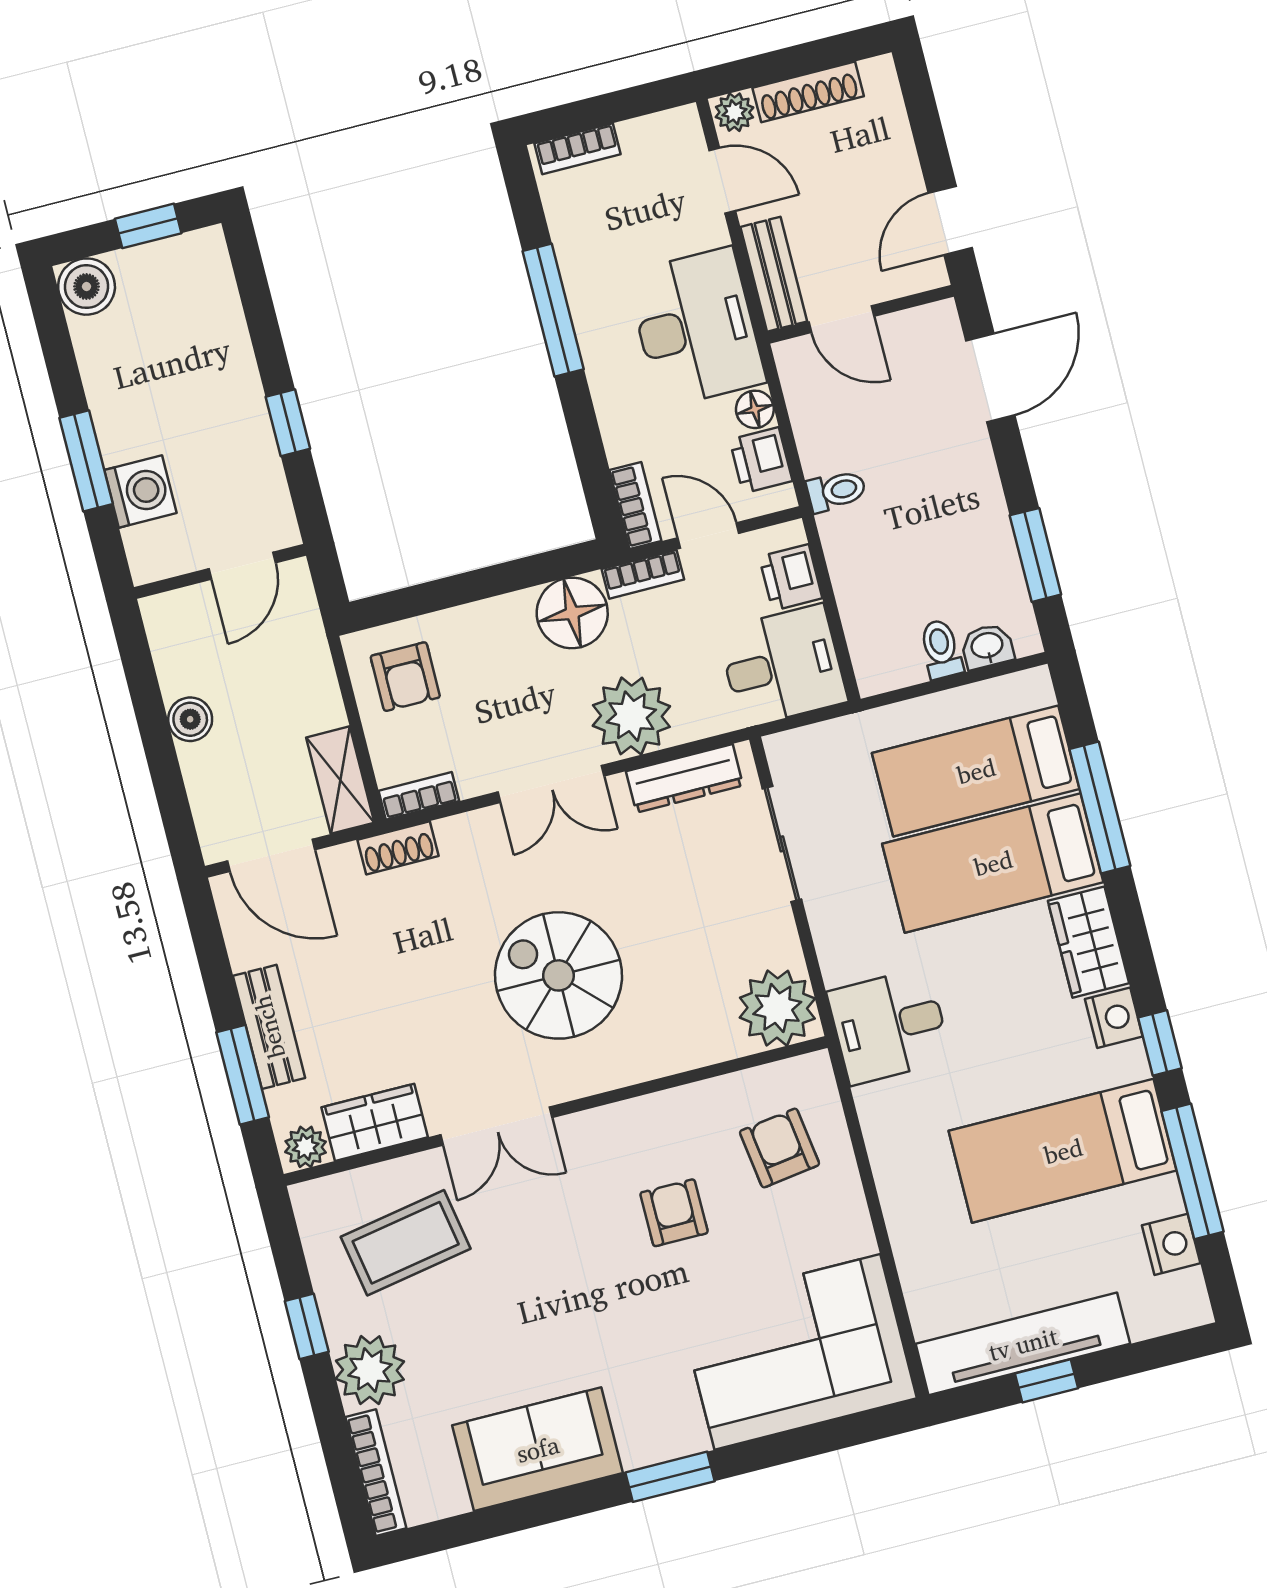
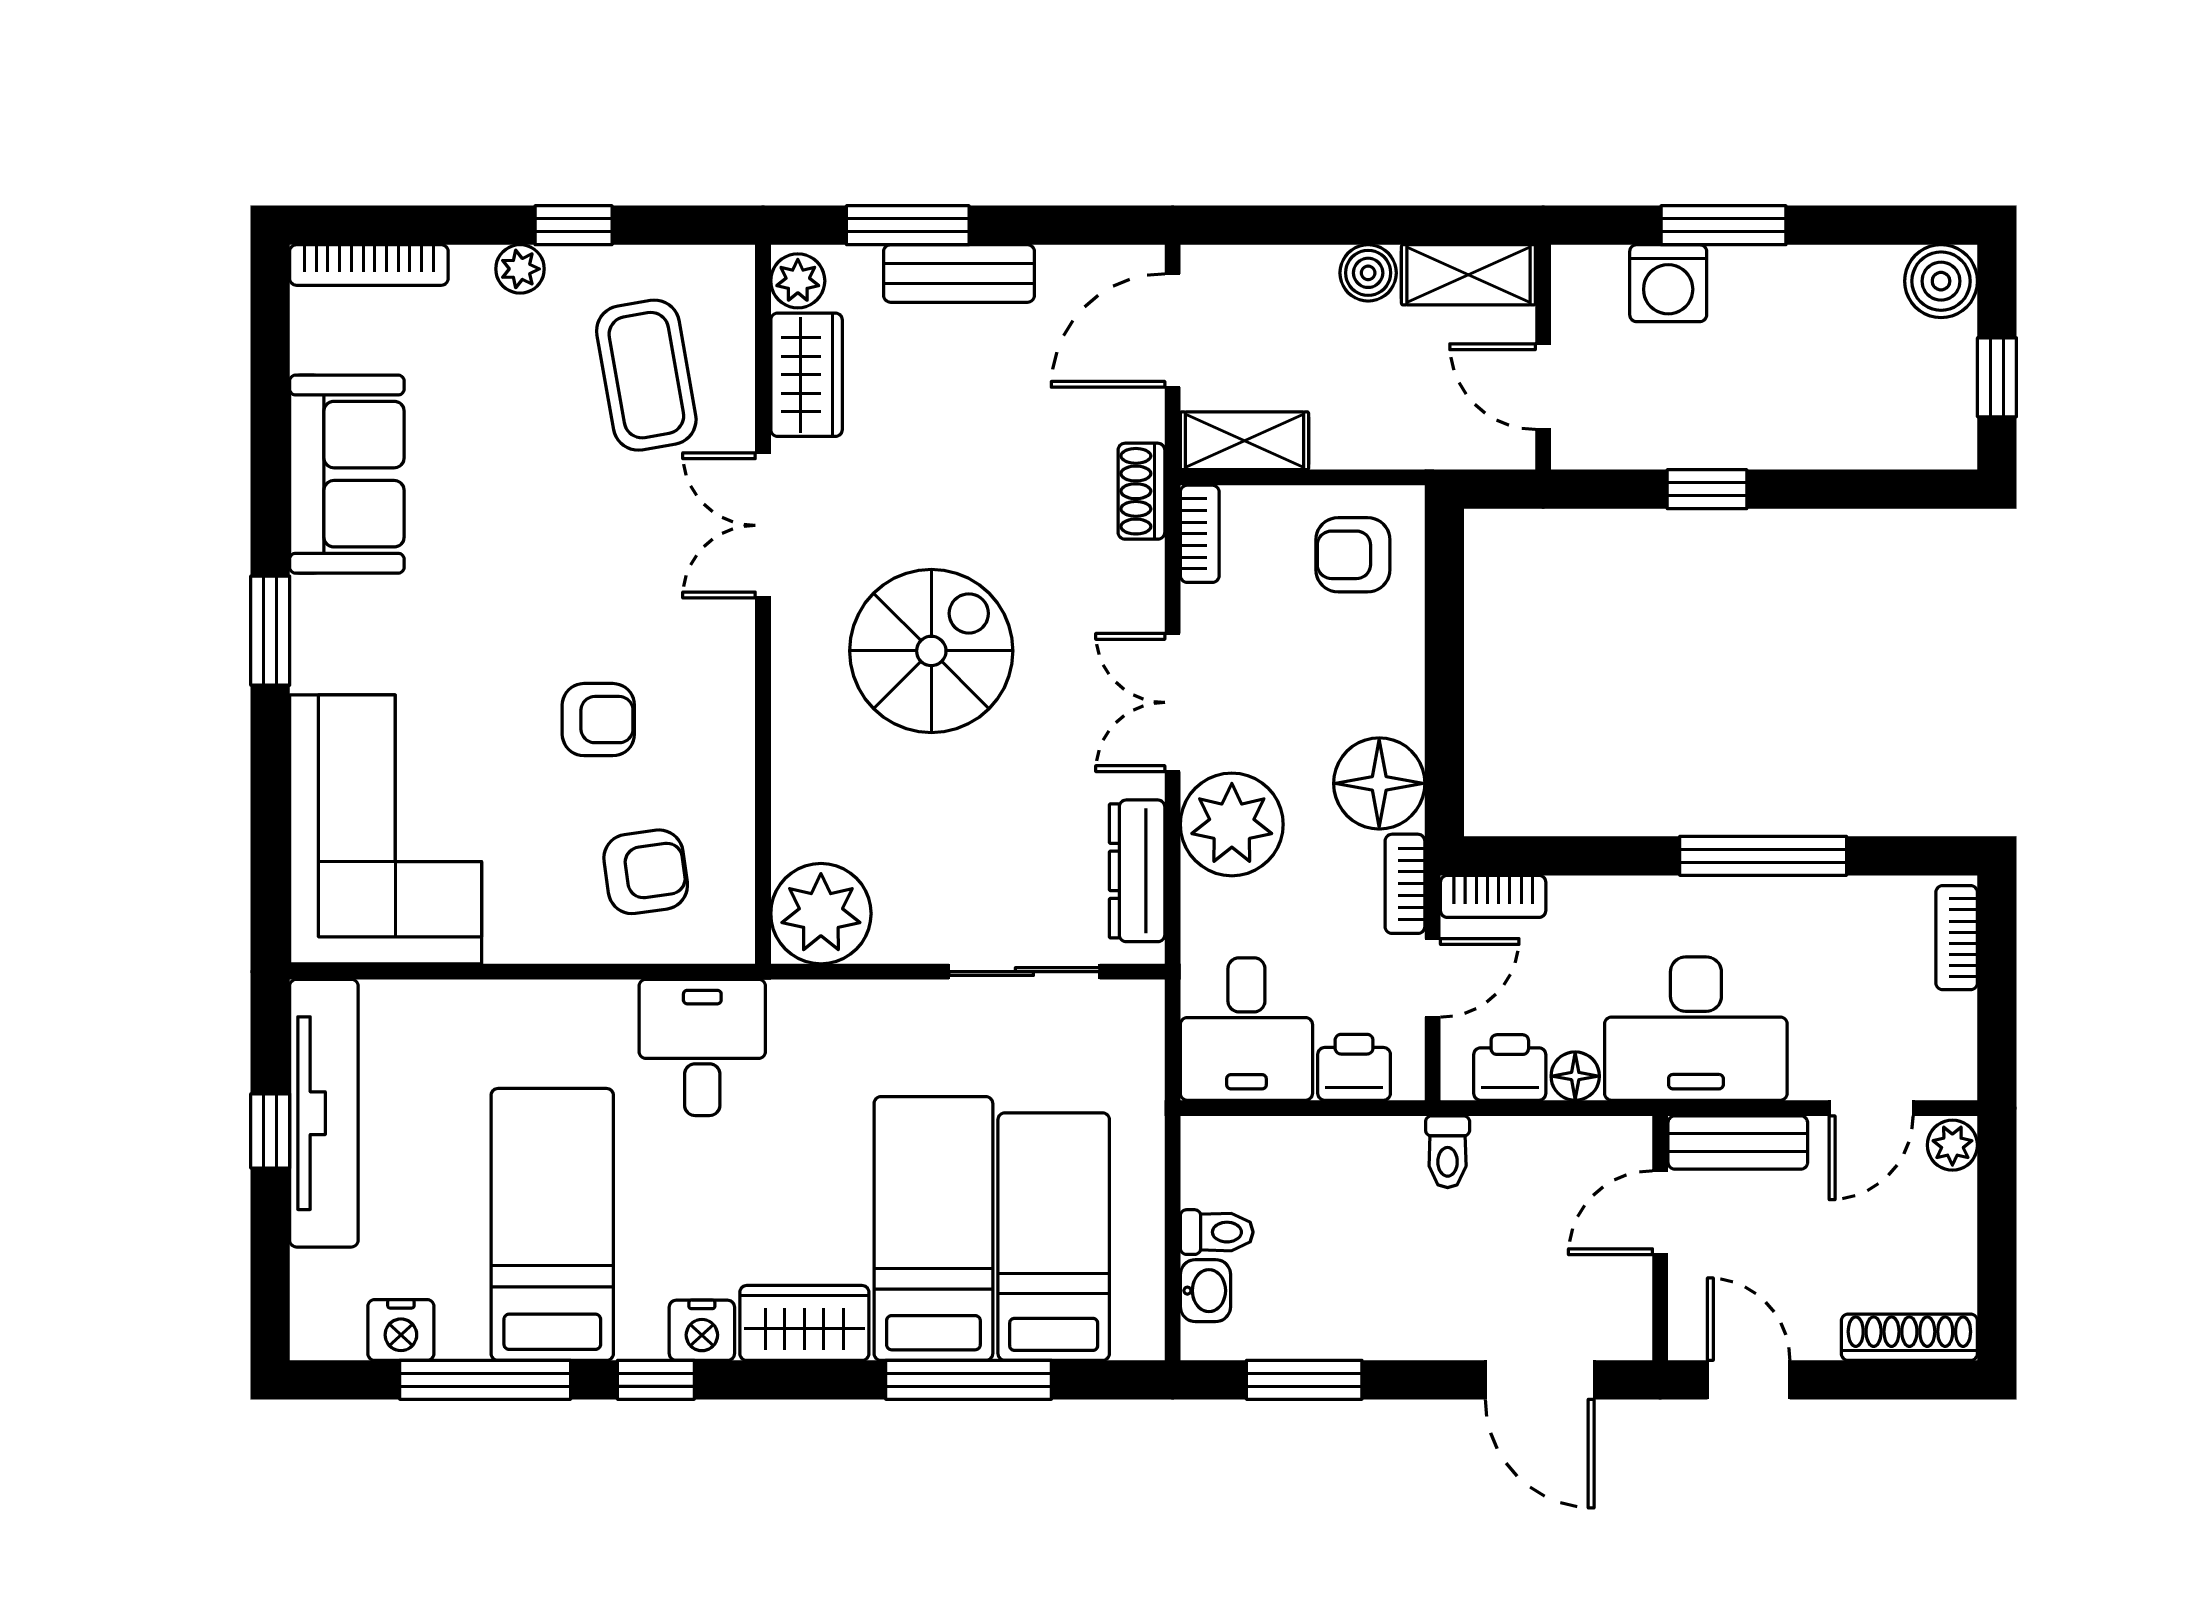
shoe rack: (808, 92) -> (1909, 1337), moved, turned 90
shelving: (172, 643) -> (1468, 275), added
desk: (889, 1026) -> (702, 1047), moved
plant: (370, 1370) -> (520, 269), width x0.53, depth x0.53

